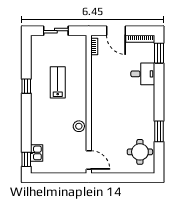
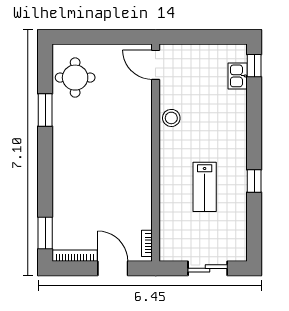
desk: (143, 74) -> (71, 200), removed

